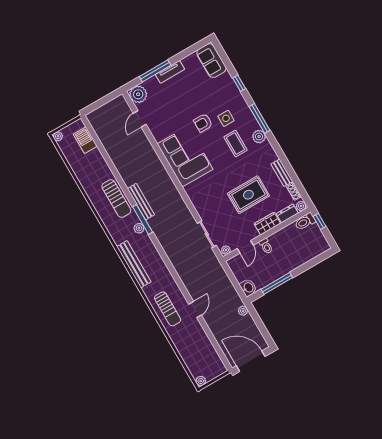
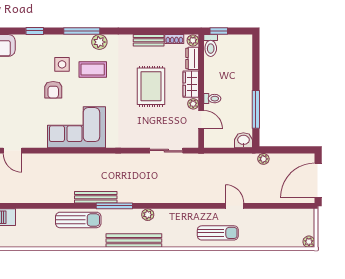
plant: (139, 228) -> (148, 215), moved
plant: (226, 250) -> (193, 104), moved
bench: (134, 264) -> (134, 241), moved

